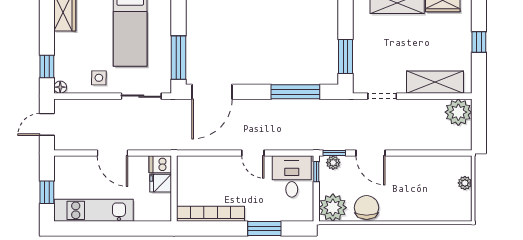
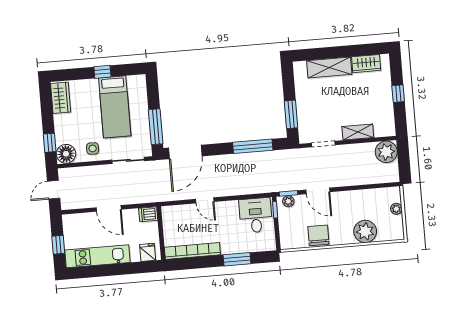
shelving: (435, 82) -> (358, 132), width x0.67, depth x0.75
floor lamp: (60, 87) -> (66, 154), width x1.89, depth x1.89
door: (253, 153) -> (205, 200), moved
fridge: (161, 183) -> (148, 252), moved, turned 90
plant: (333, 208) -> (365, 231), moved

